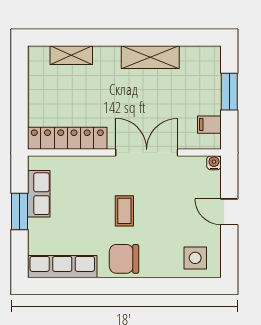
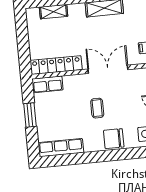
row of seats: (39, 194) -> (47, 84), moved, turned 90
chair: (124, 259) -> (114, 139), moved

